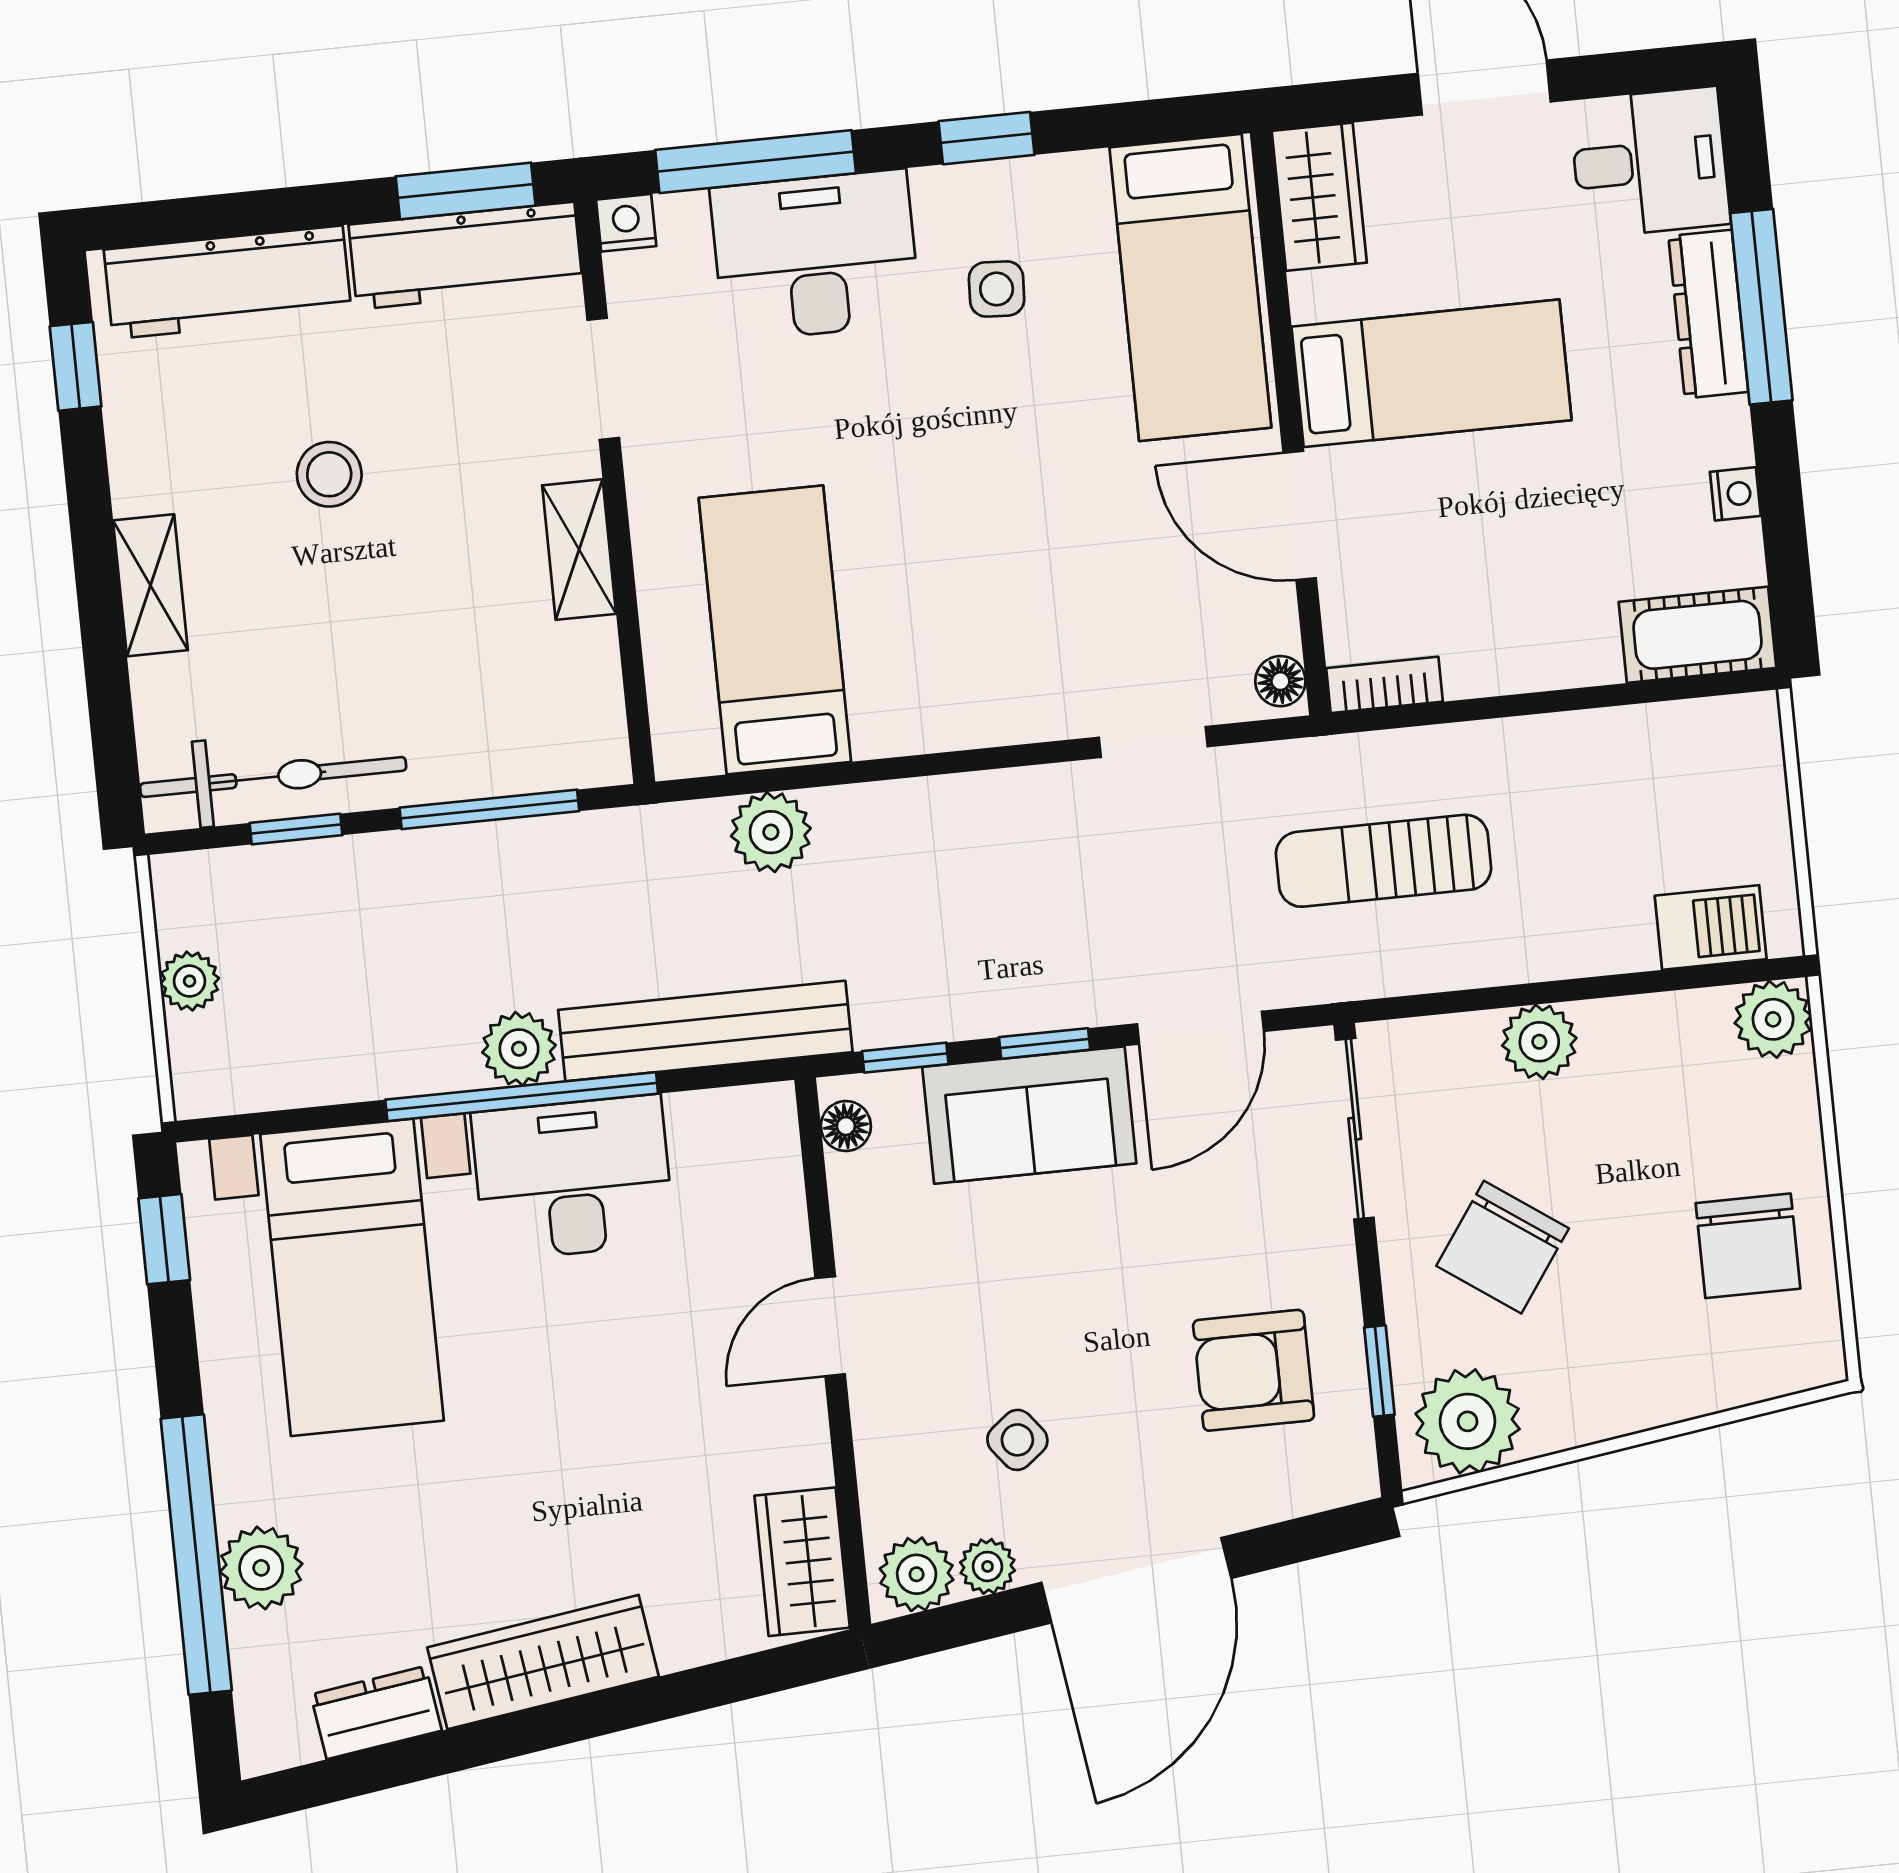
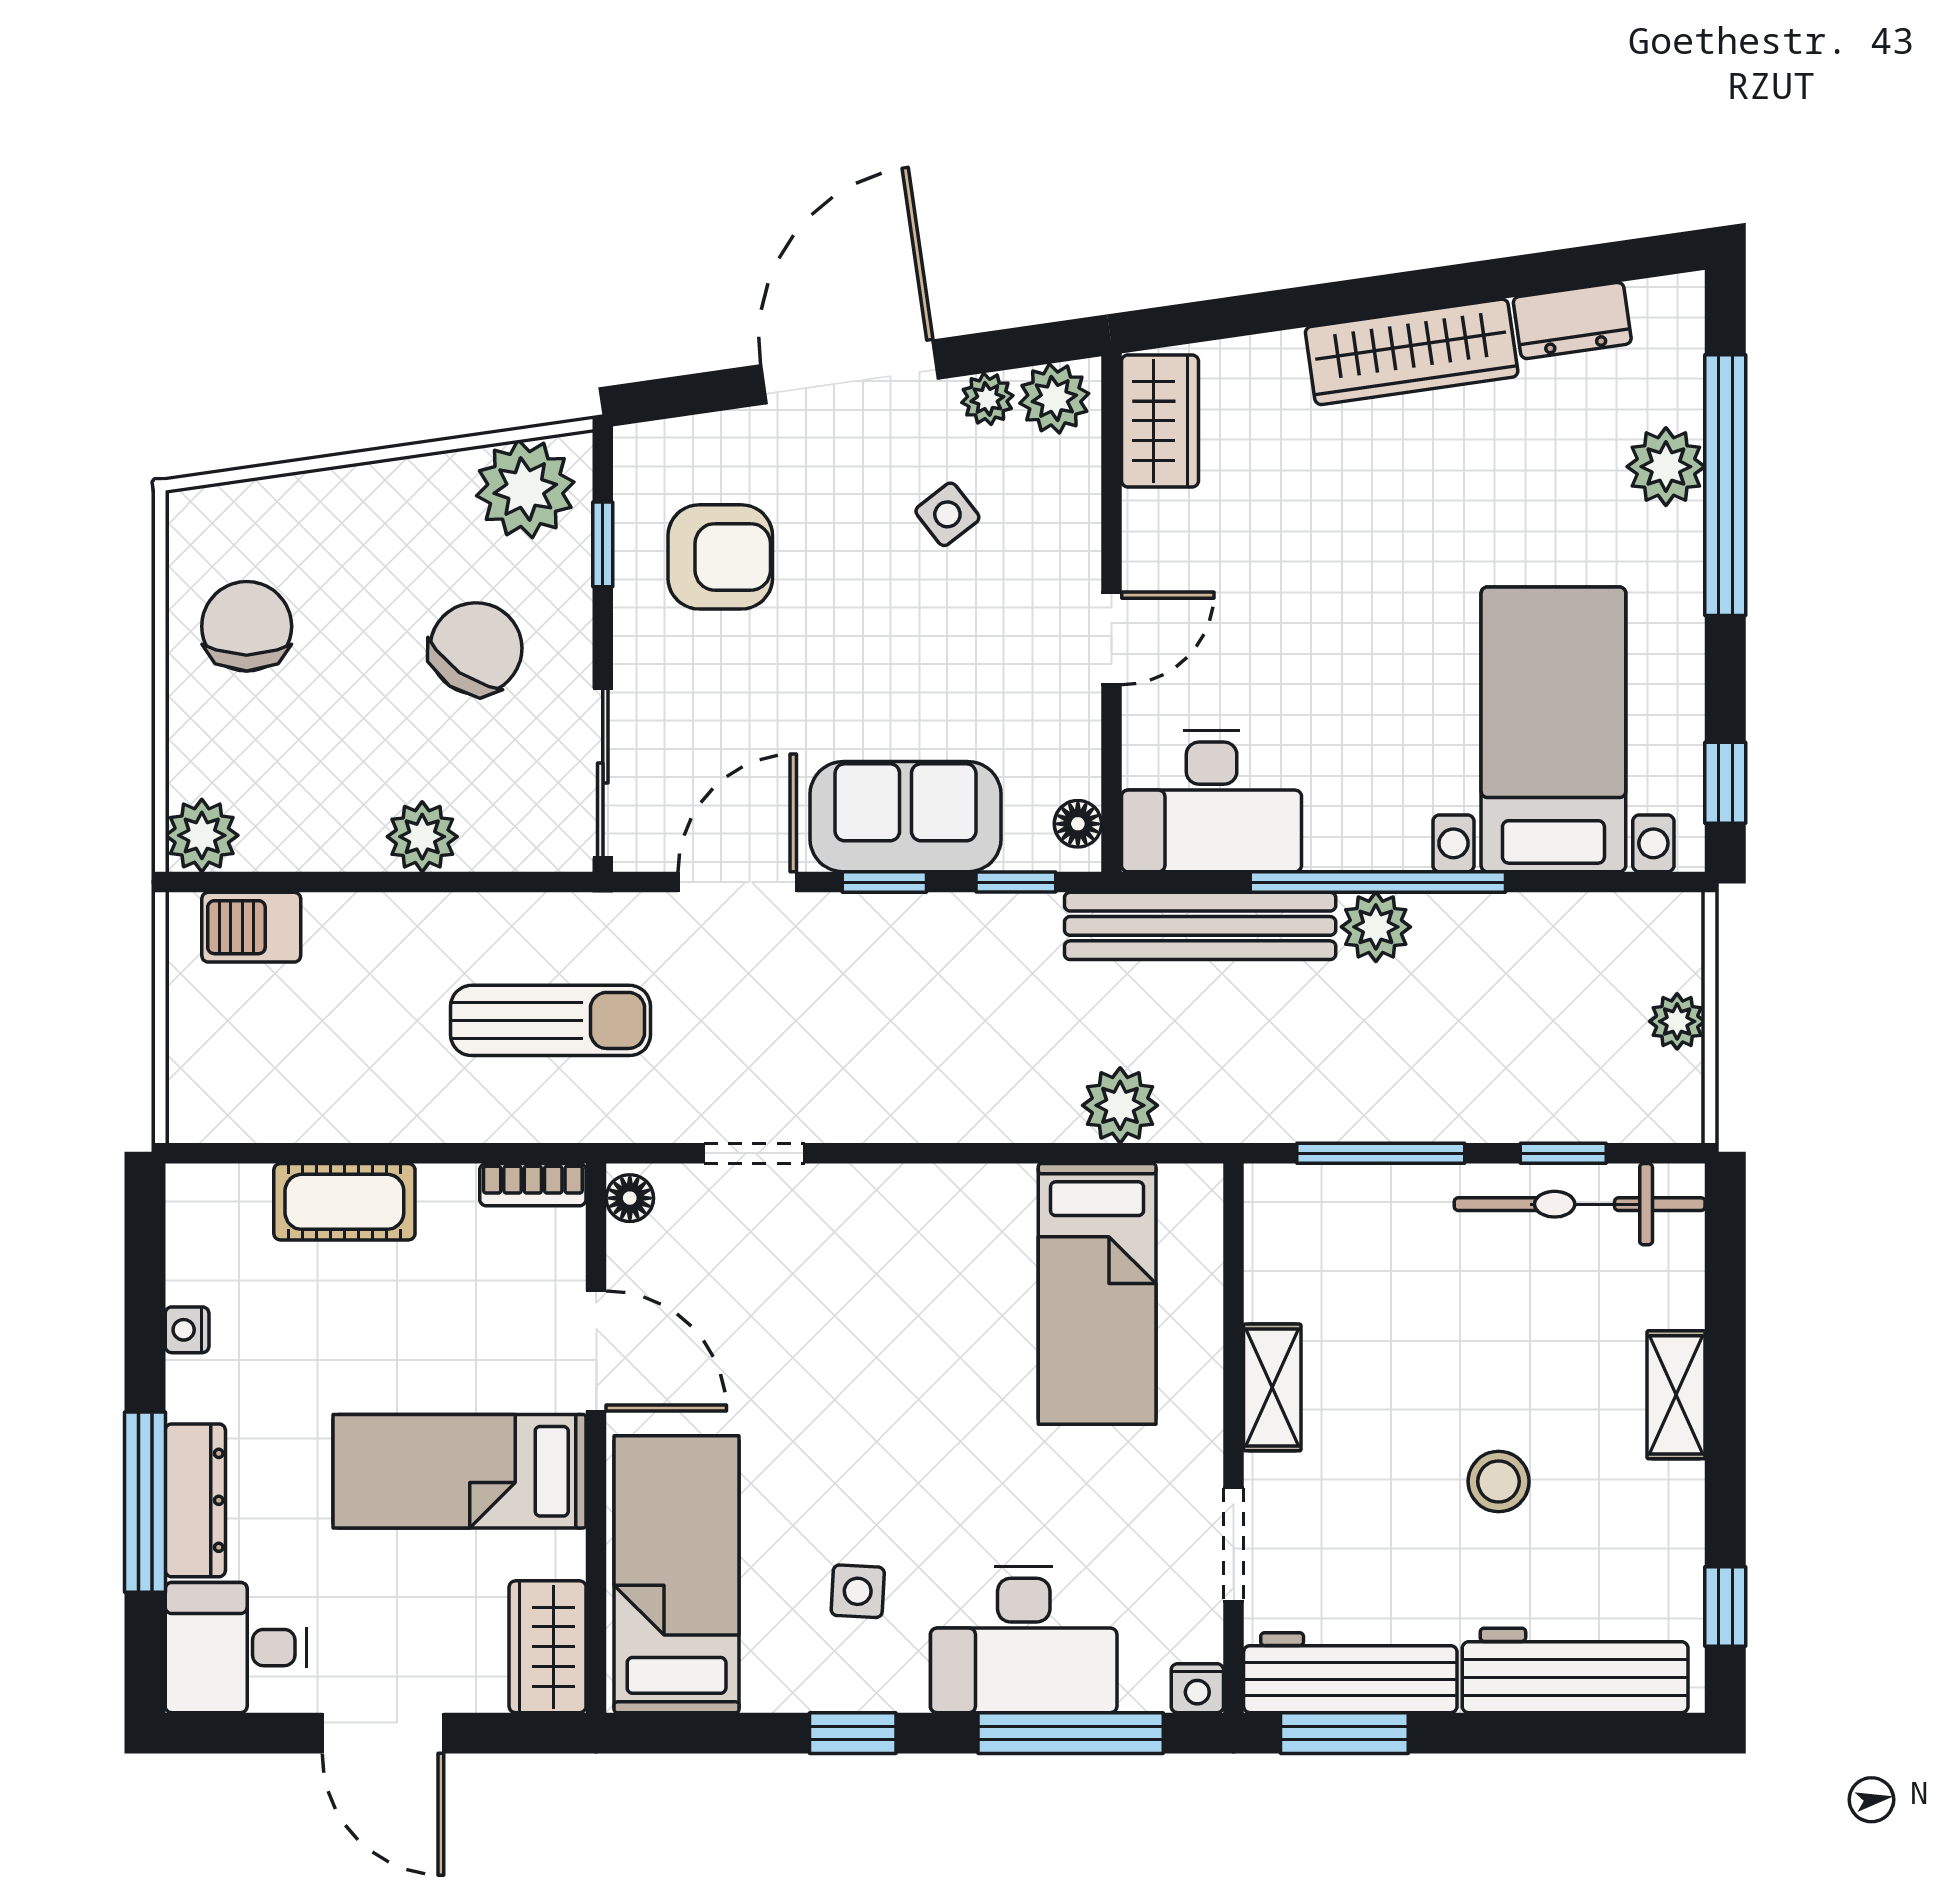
cot: (1697, 635) -> (344, 1202), moved
desk: (573, 1178) -> (1212, 801), moved

